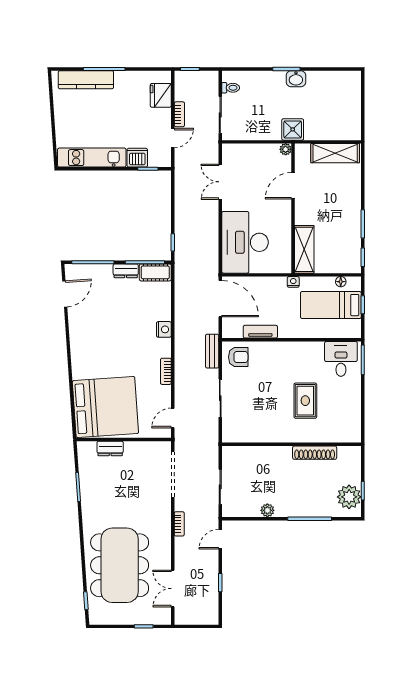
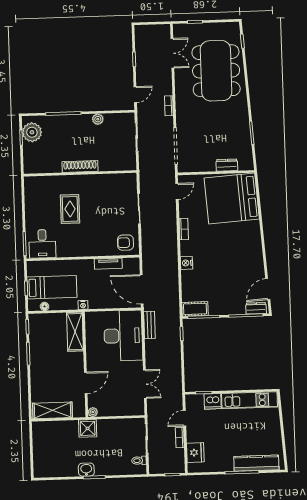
dresser: (126, 271) -> (256, 308), moved
bench: (212, 351) -> (149, 325), moved
shoe rack: (315, 453) -> (80, 167), moved

